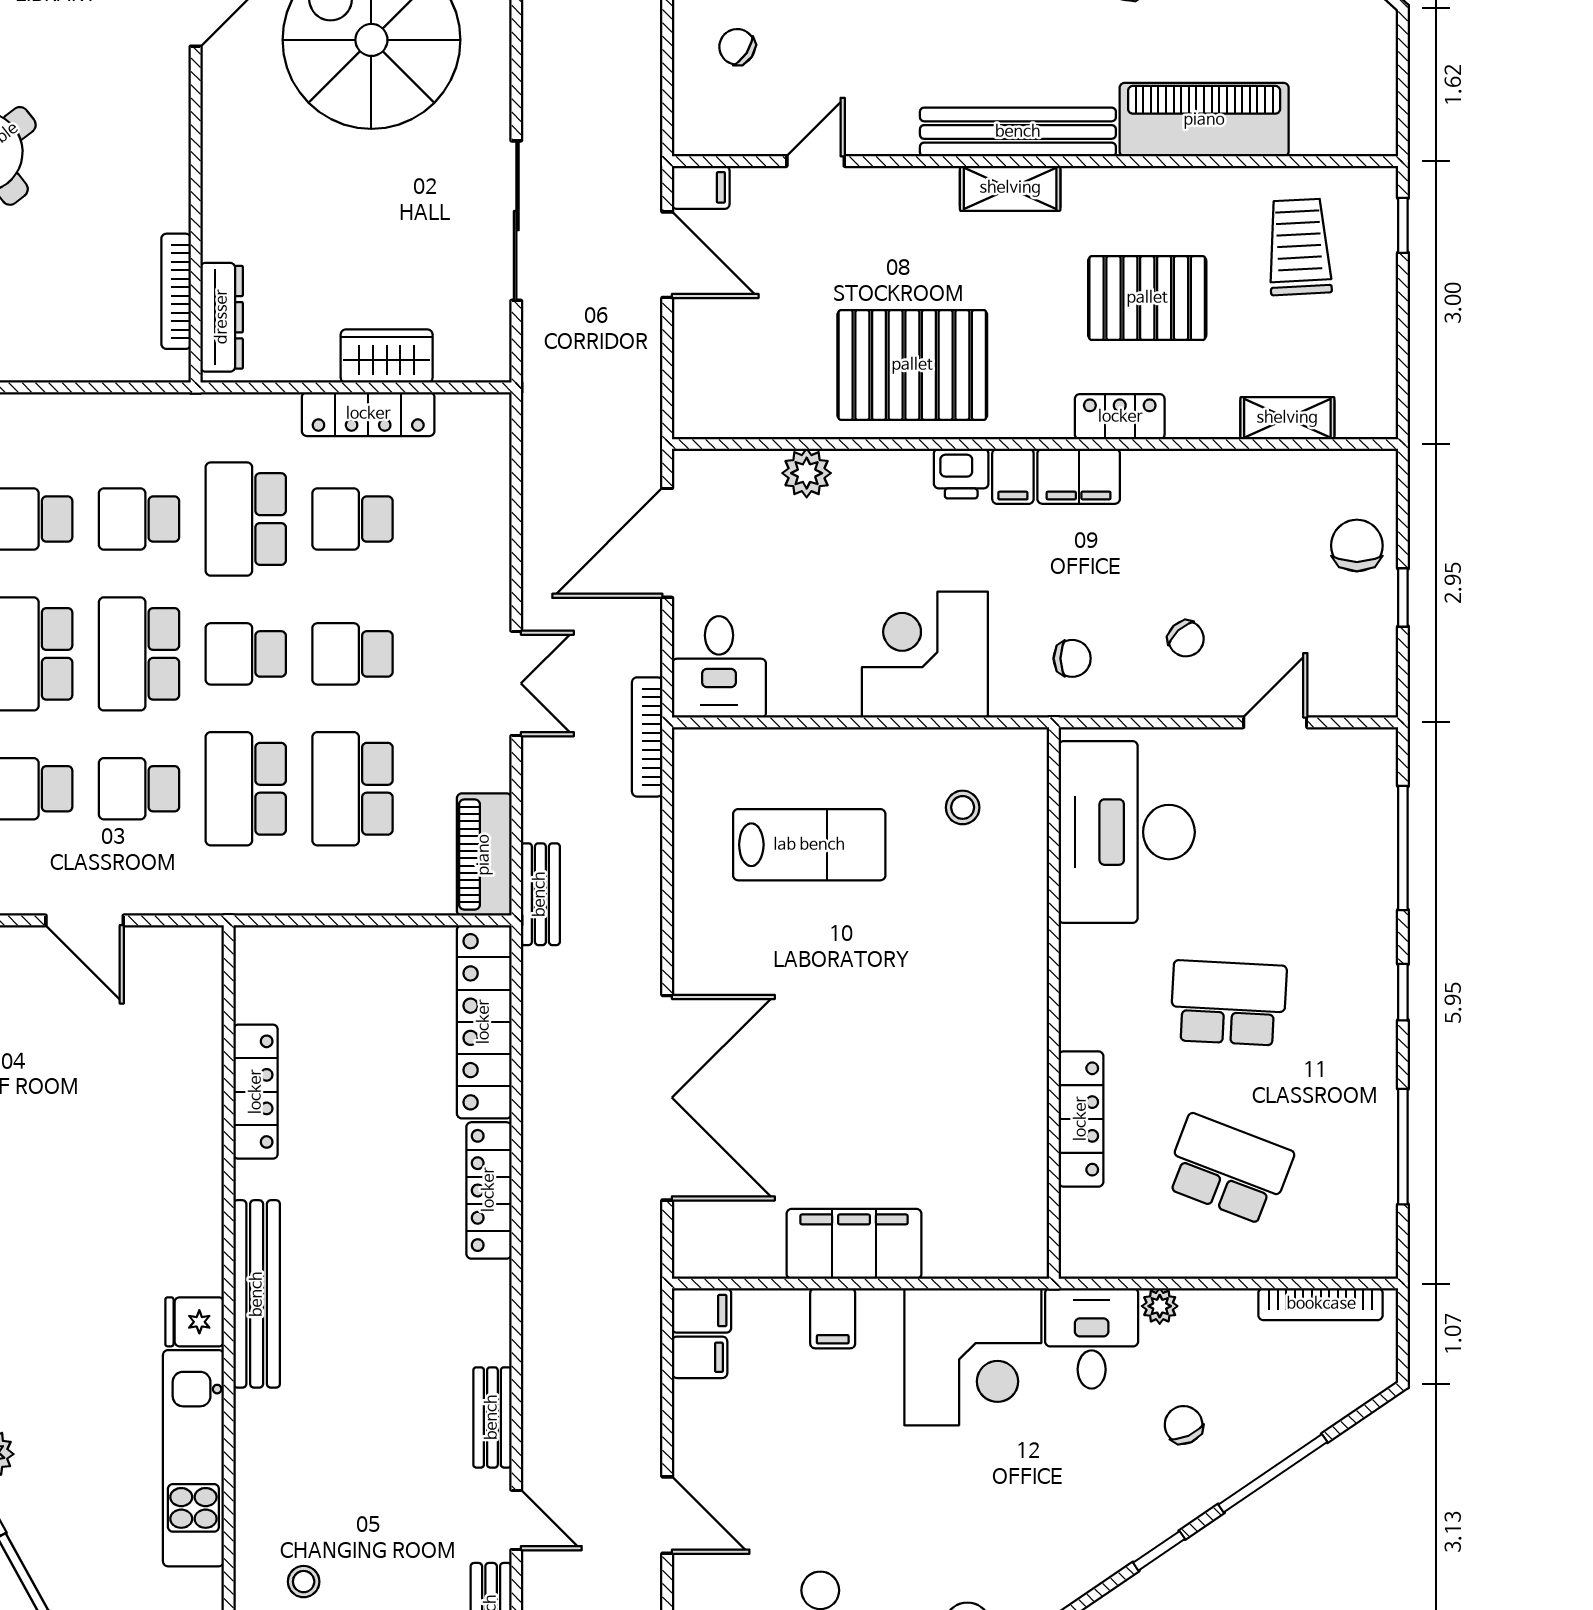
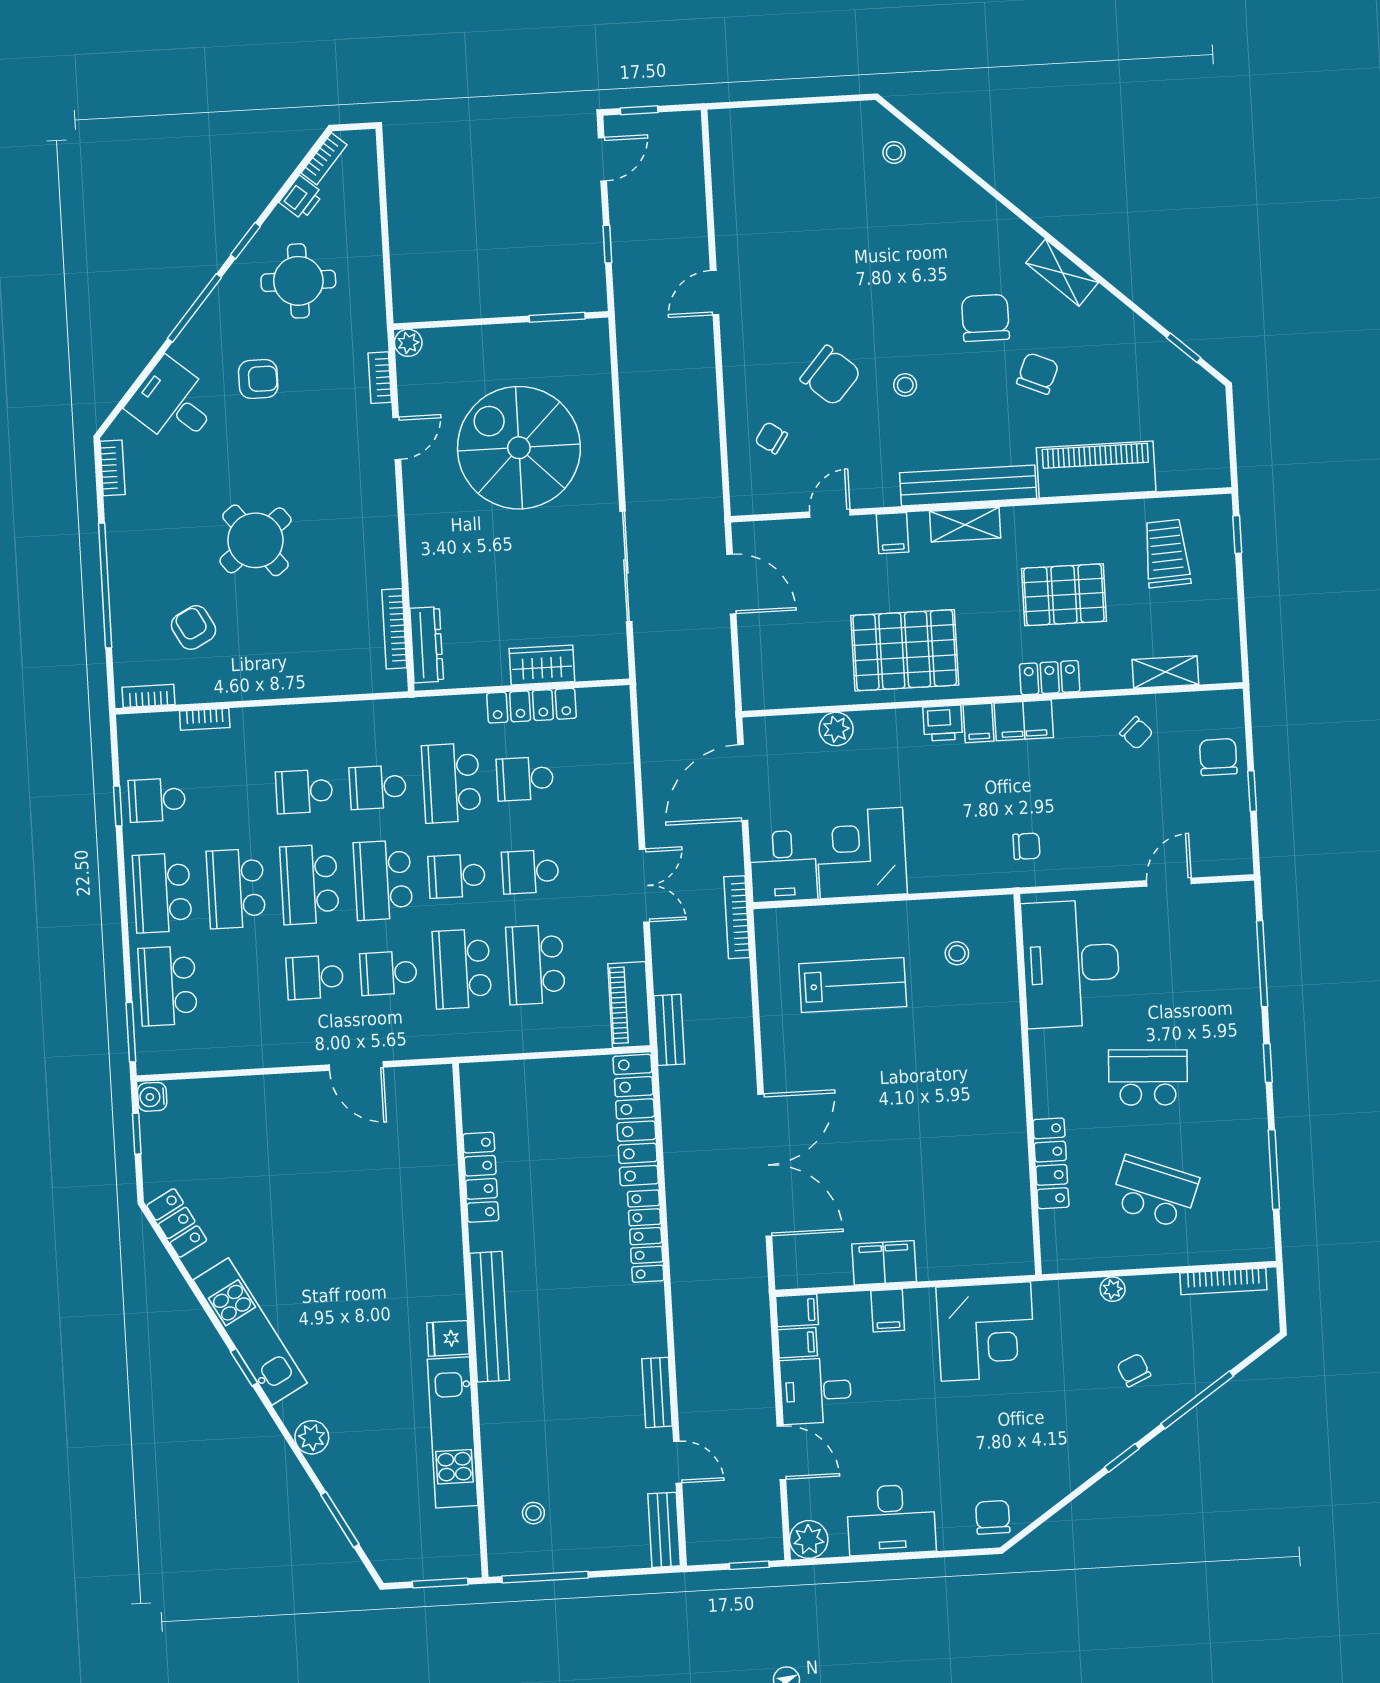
filing cabinet: (701, 187) -> (893, 533), moved, turned 90
chair: (1186, 639) -> (1136, 733), moved
corner desk: (925, 655) -> (861, 853), moved
filing cabinet: (854, 1244) -> (884, 1263), width x0.67, depth x0.86
desk: (1092, 1338) -> (816, 1391), moved, turned -90

